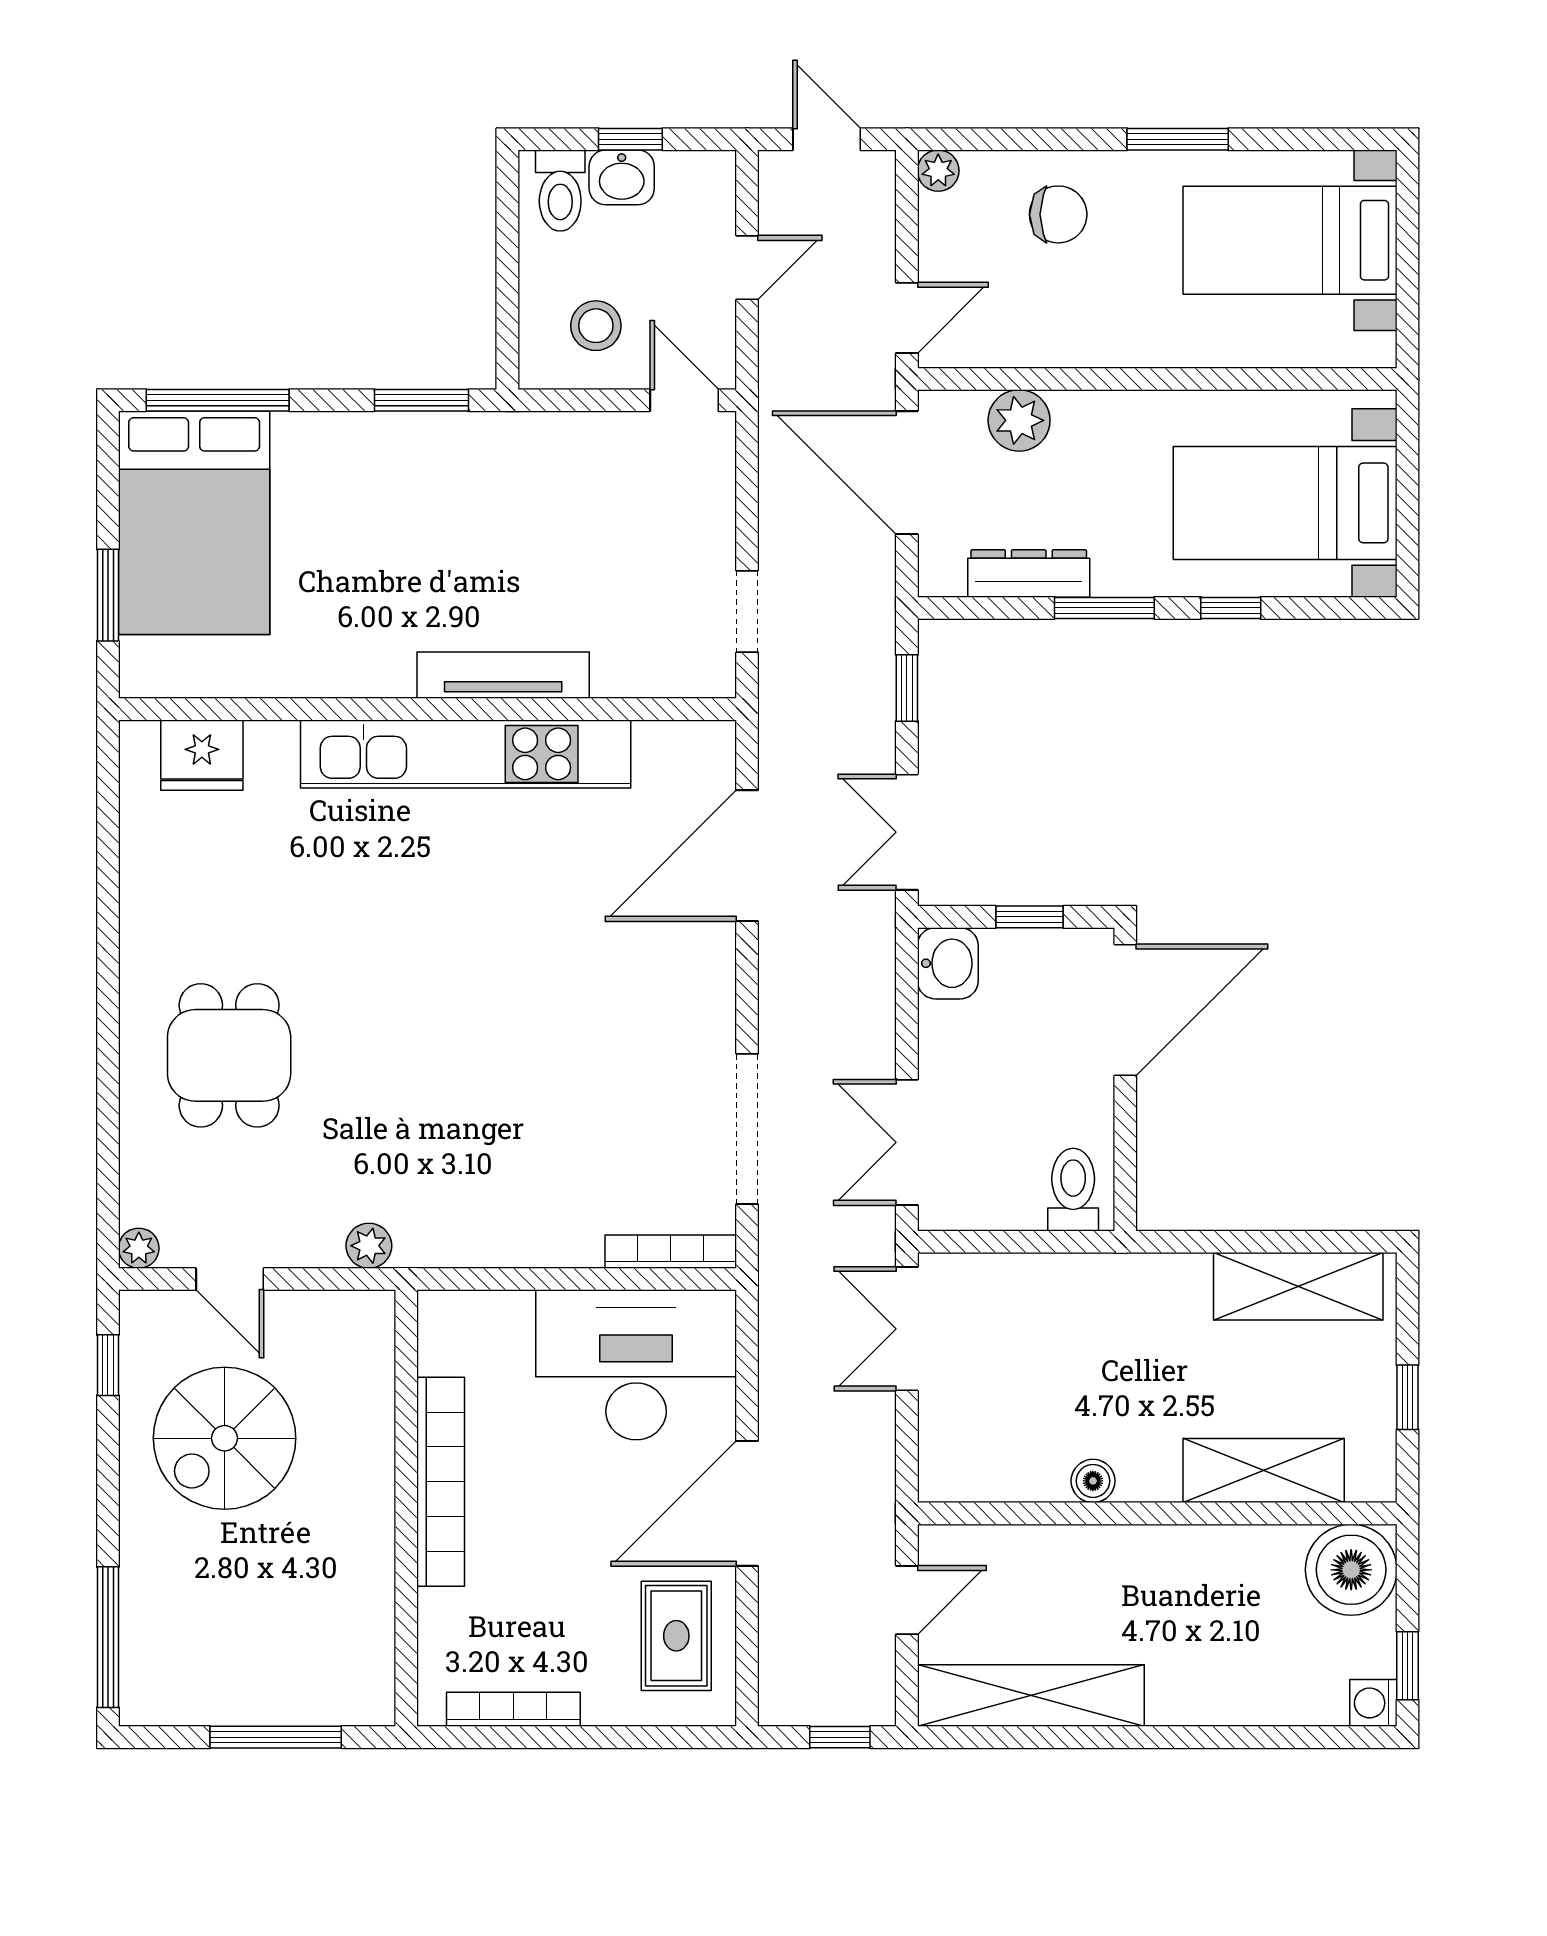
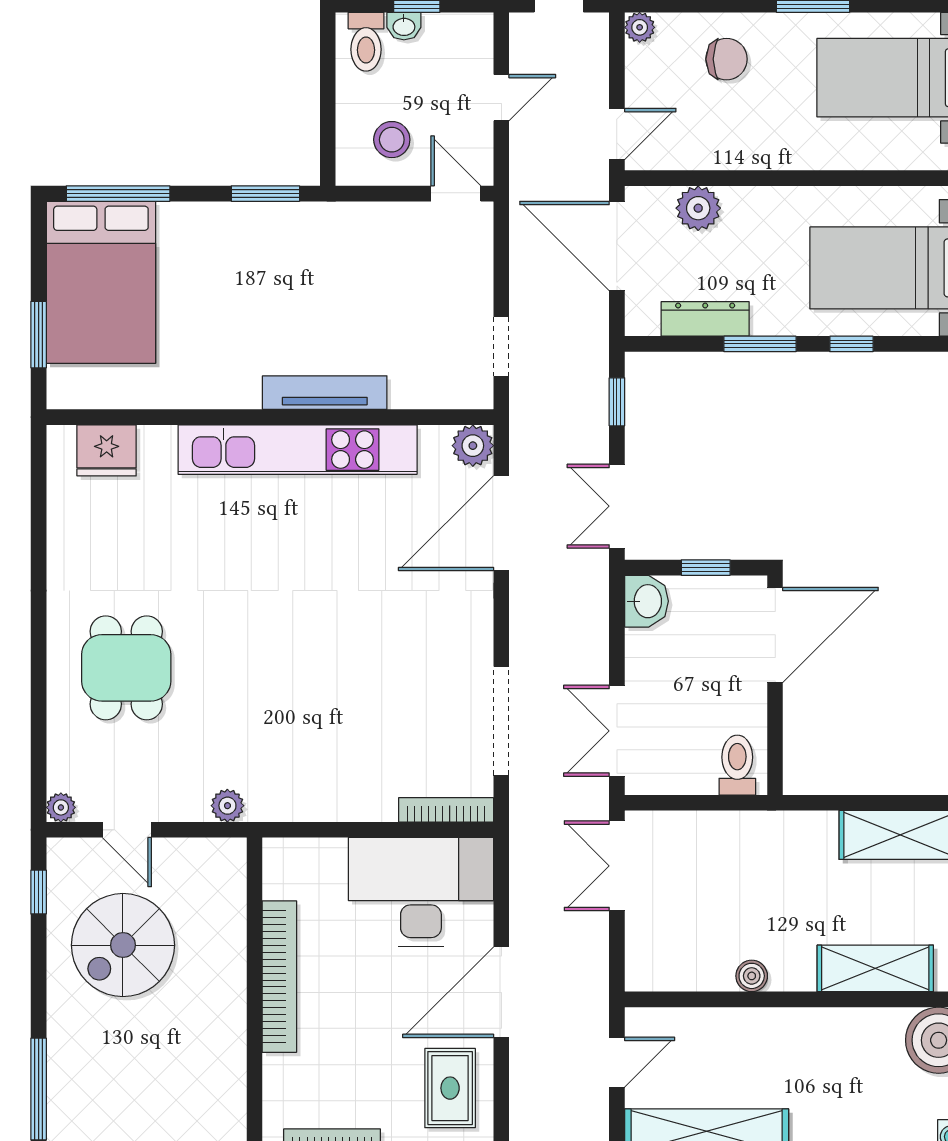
washbasin: (622, 177) -> (404, 26), width x0.72, depth x0.69
plant: (708, 748) -> (473, 446), added

